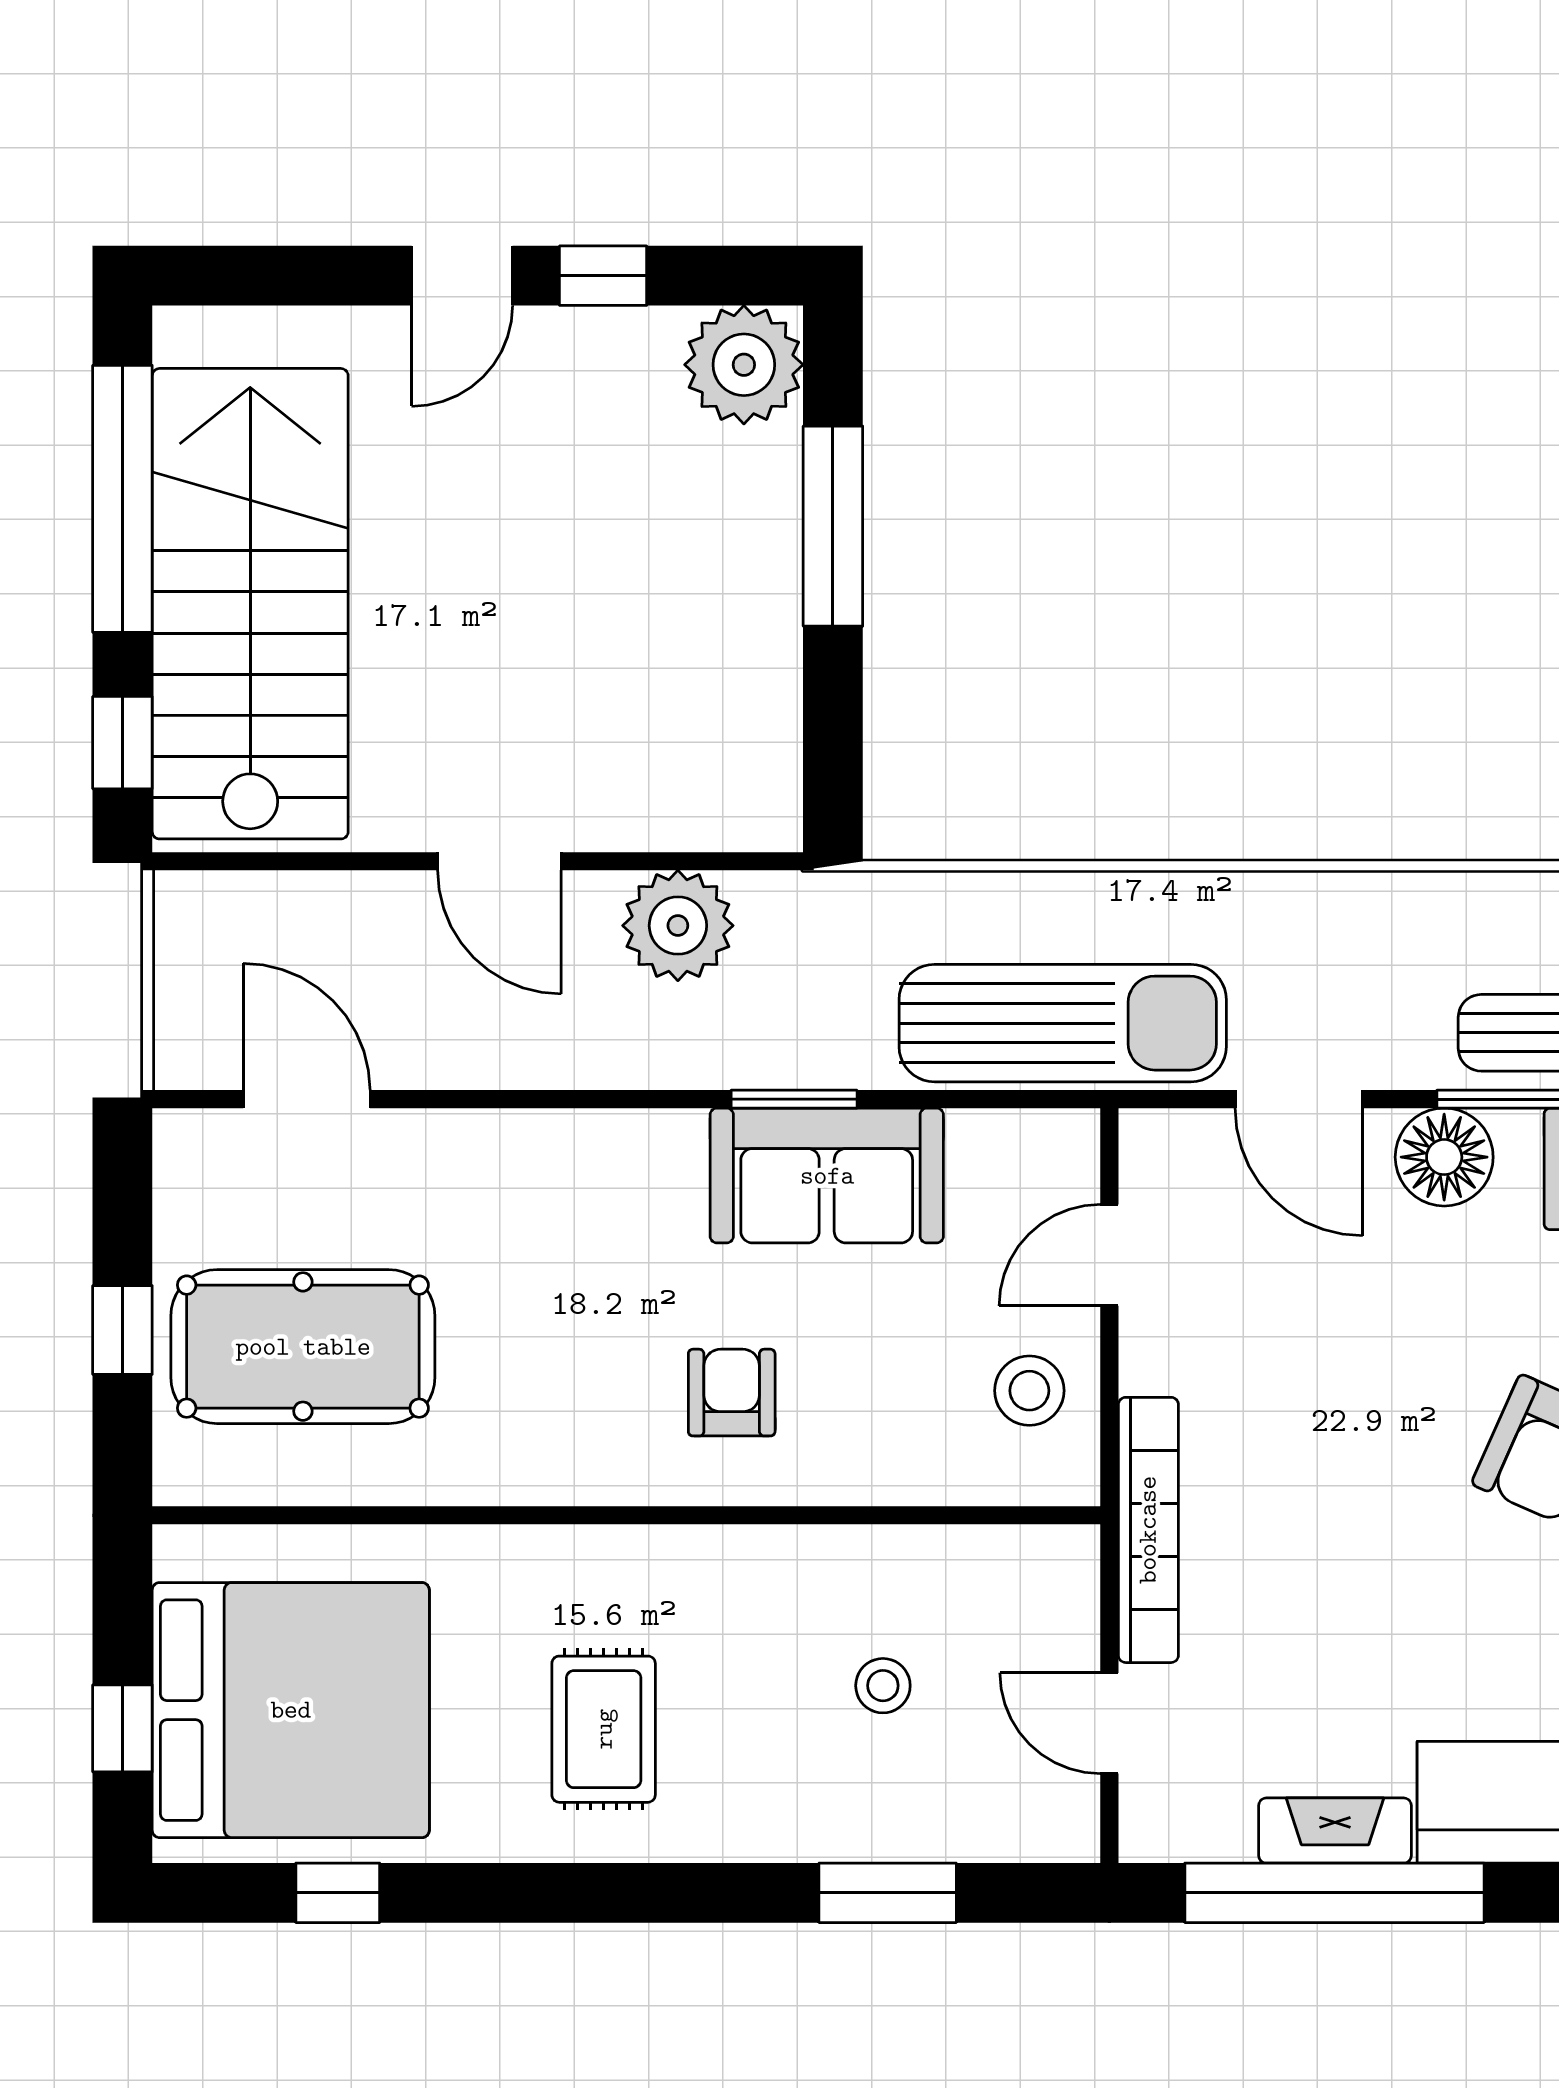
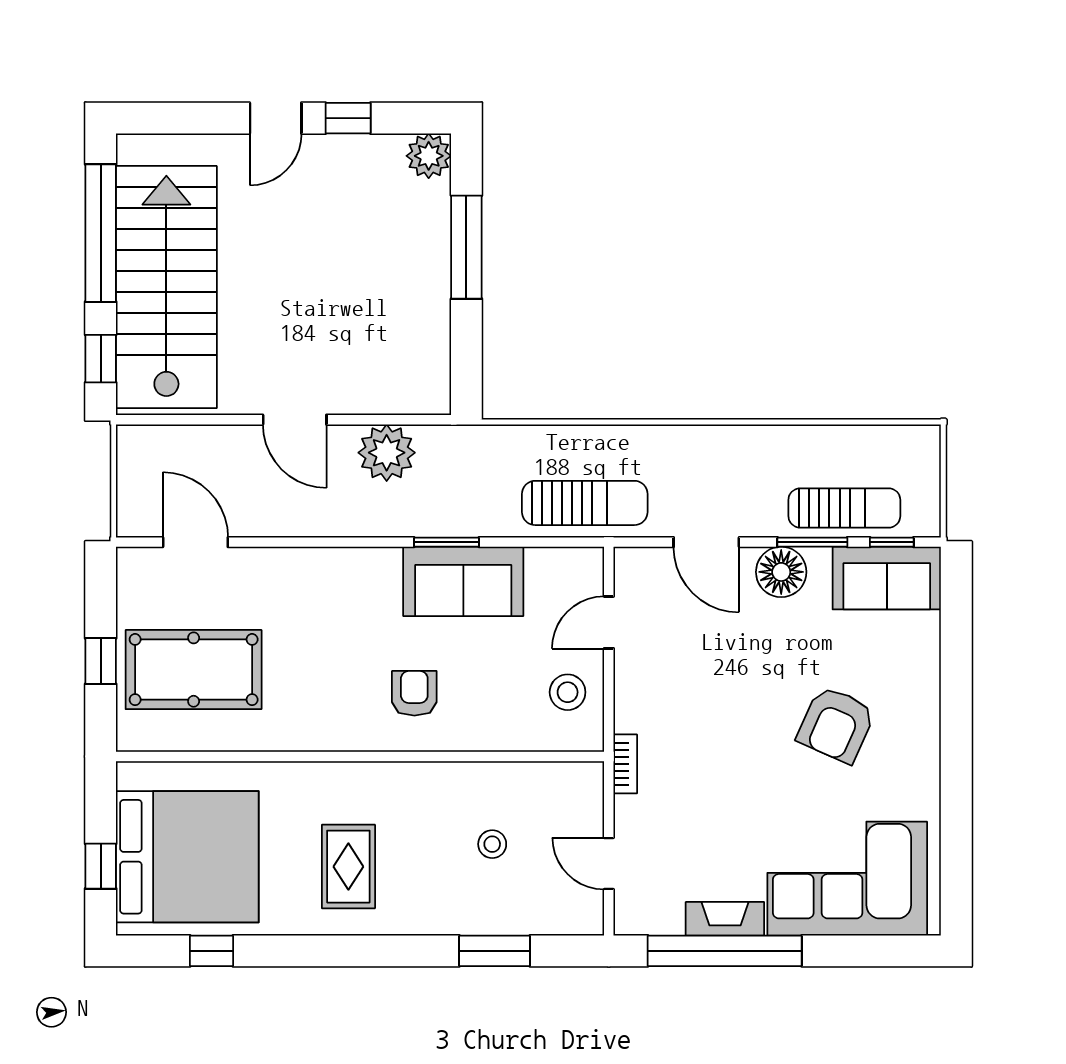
plant: (744, 365) -> (429, 156), width x0.73, depth x0.73
sun lounger: (1063, 1023) -> (585, 503), width x0.73, depth x0.75
bookcase: (1148, 1530) -> (625, 764), width x0.43, depth x0.76

